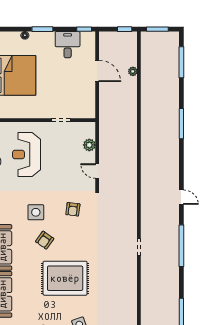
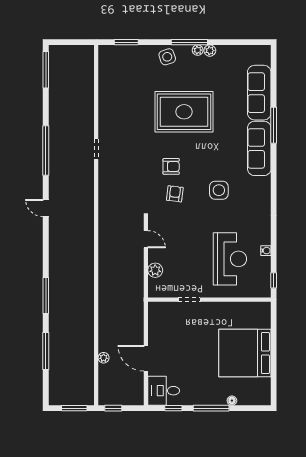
window: (42, 29) -> (211, 408), width x1.44
window: (84, 29) -> (173, 408), moved
desk: (68, 45) -> (164, 391), moved, turned 90
window: (181, 62) -> (46, 351), moved
armchair: (45, 240) -> (171, 166), moved, turned 55

